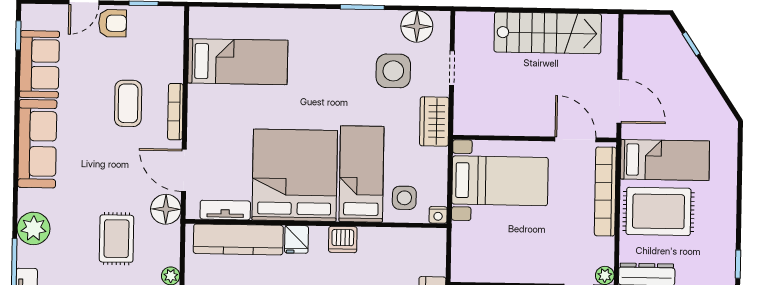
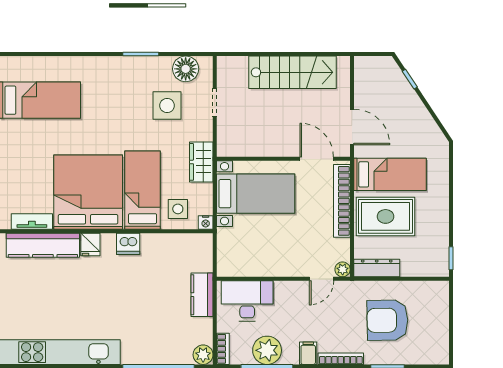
wardrobe: (434, 121) -> (201, 162), moved

